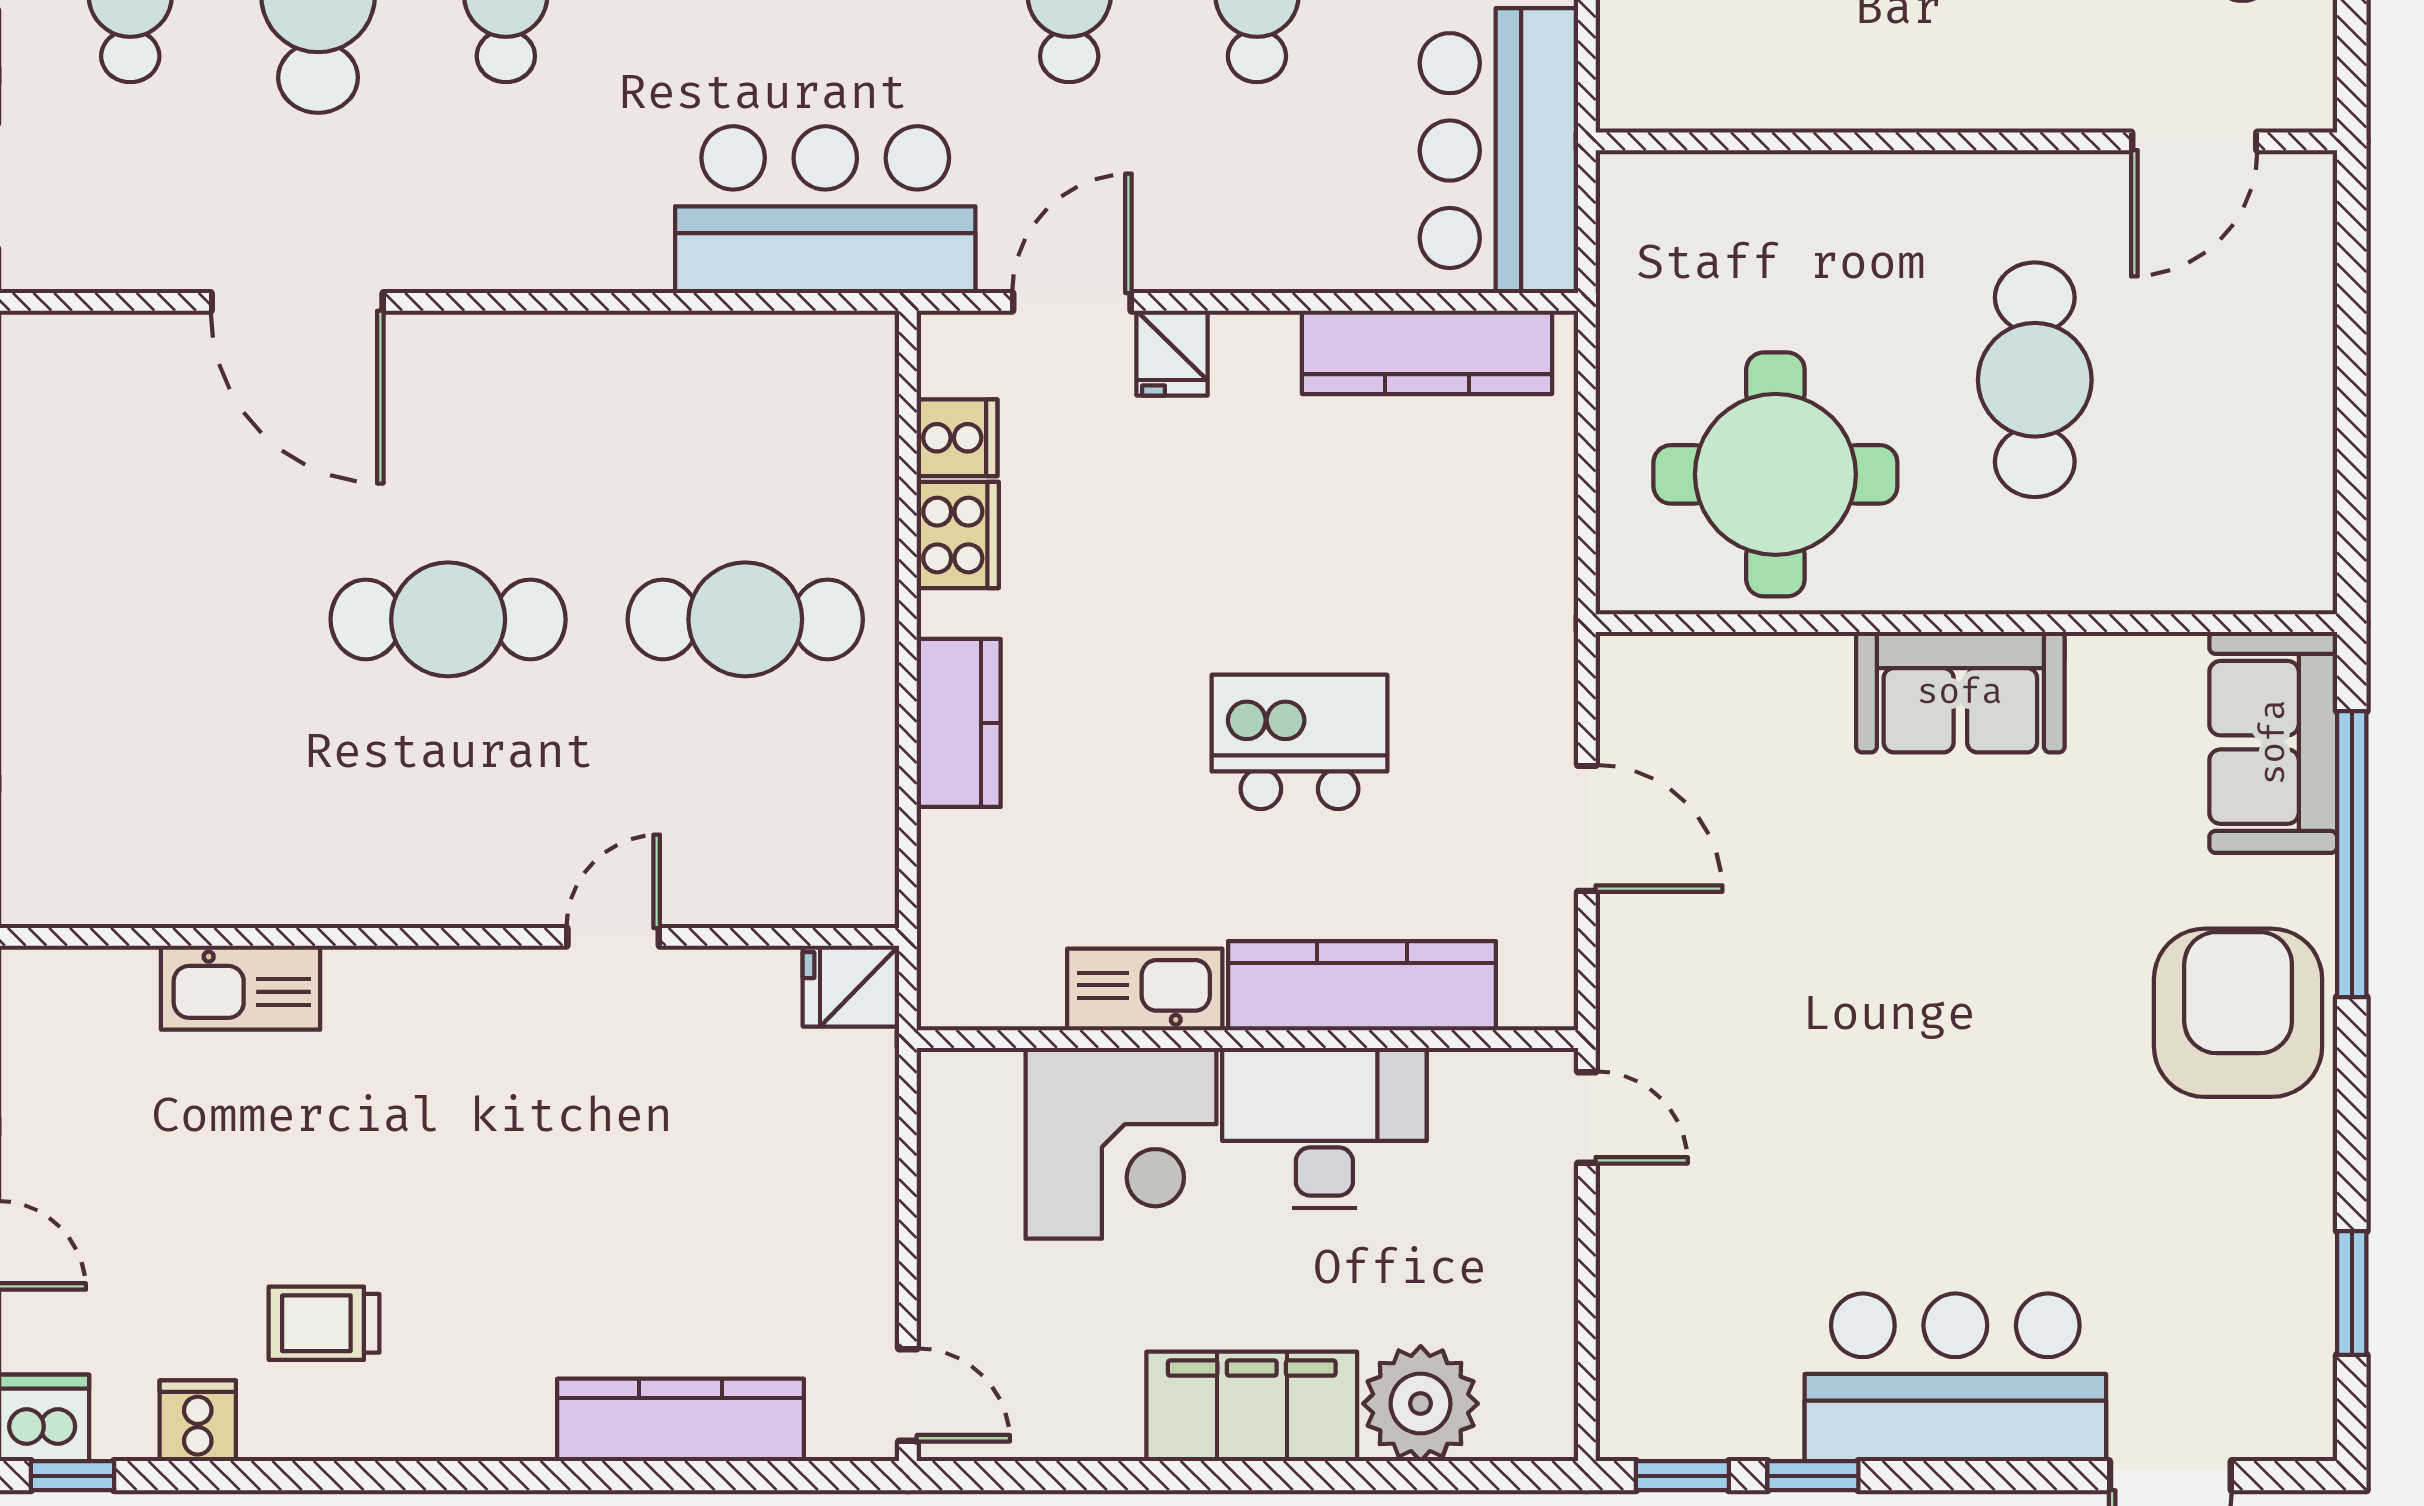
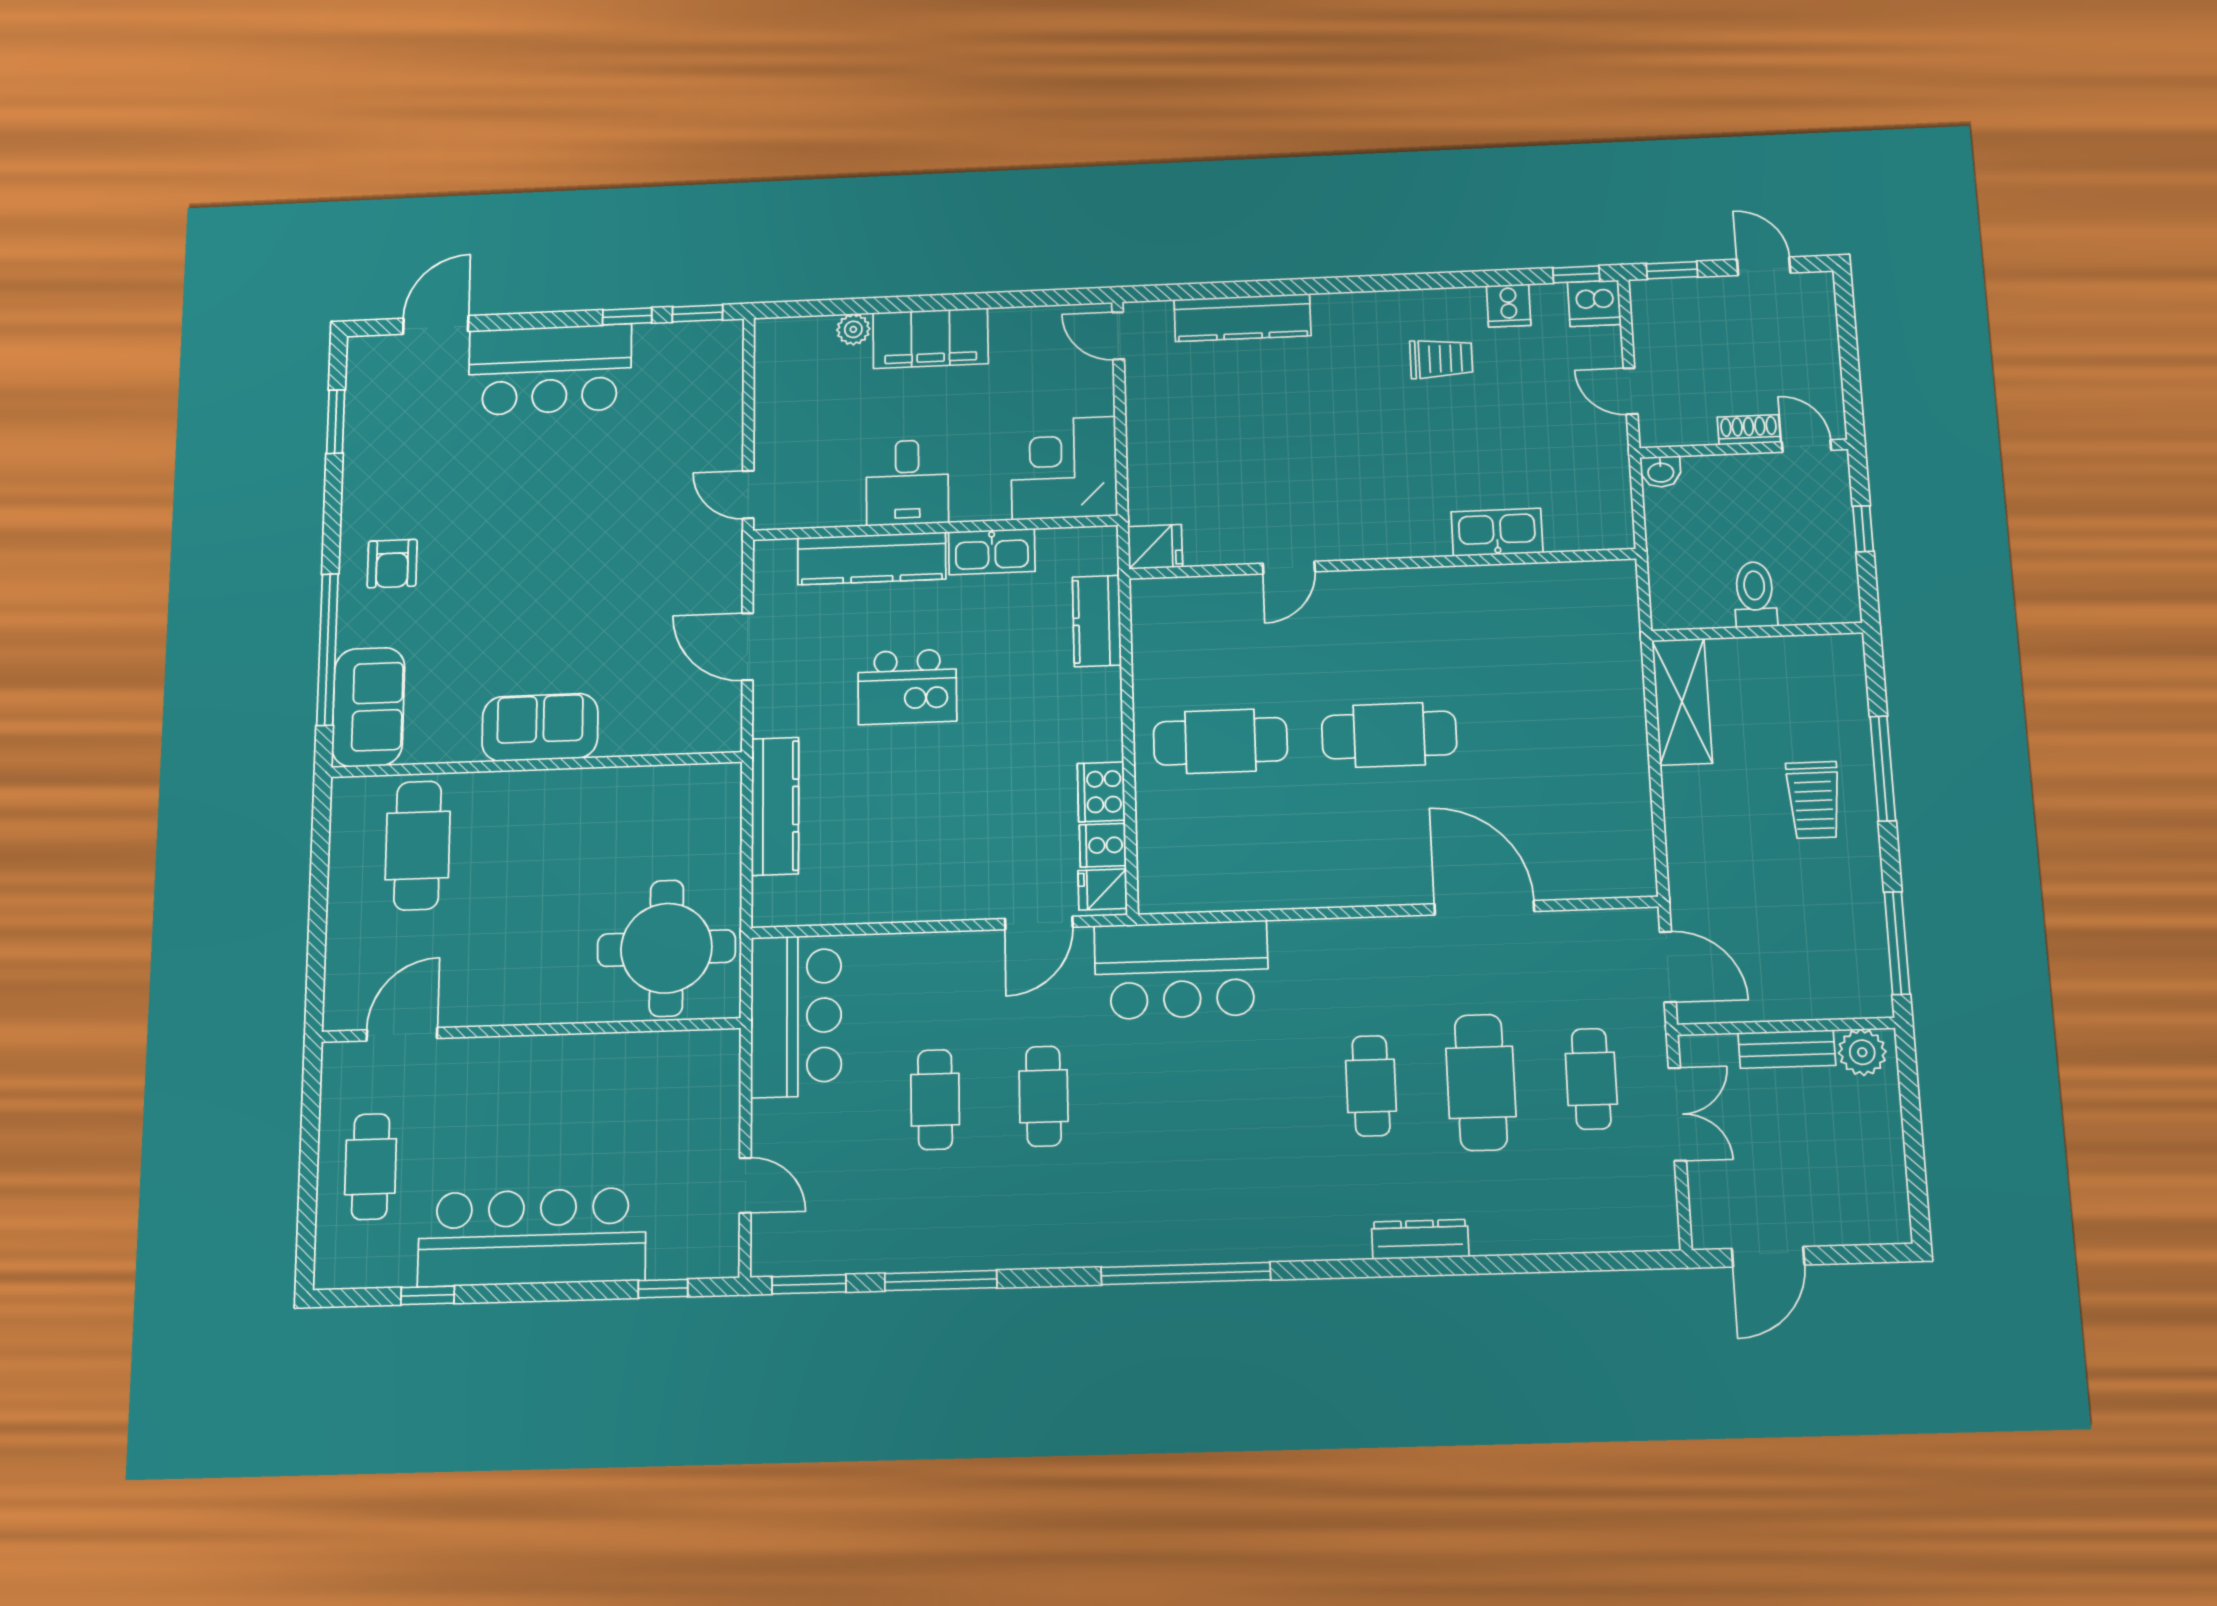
kitchen counter: (1427, 352) -> (775, 806), moved, turned 90
fridge: (1172, 353) -> (1103, 889), moved, turned -90
cafe table: (2035, 380) -> (418, 845), moved
round table: (1775, 474) -> (666, 948), moved
kitchen counter: (959, 723) -> (1097, 621), moved
armchair: (2238, 1013) -> (392, 564), width x0.53, depth x0.53
desk: (1324, 1128) -> (907, 482), width x0.73
corner desk: (1121, 1143) -> (1064, 468), moved
plant: (1421, 1404) -> (853, 329), width x0.53, depth x0.53

